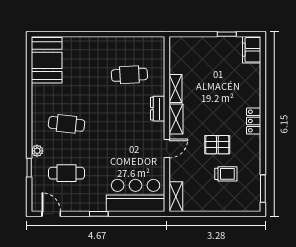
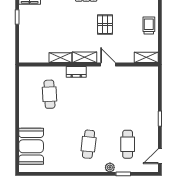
booth: (47, 60) -> (31, 146), moved, turned 90
trolley: (226, 174) -> (149, 25), moved
bar counter: (136, 195) -> (145, 89), removed

